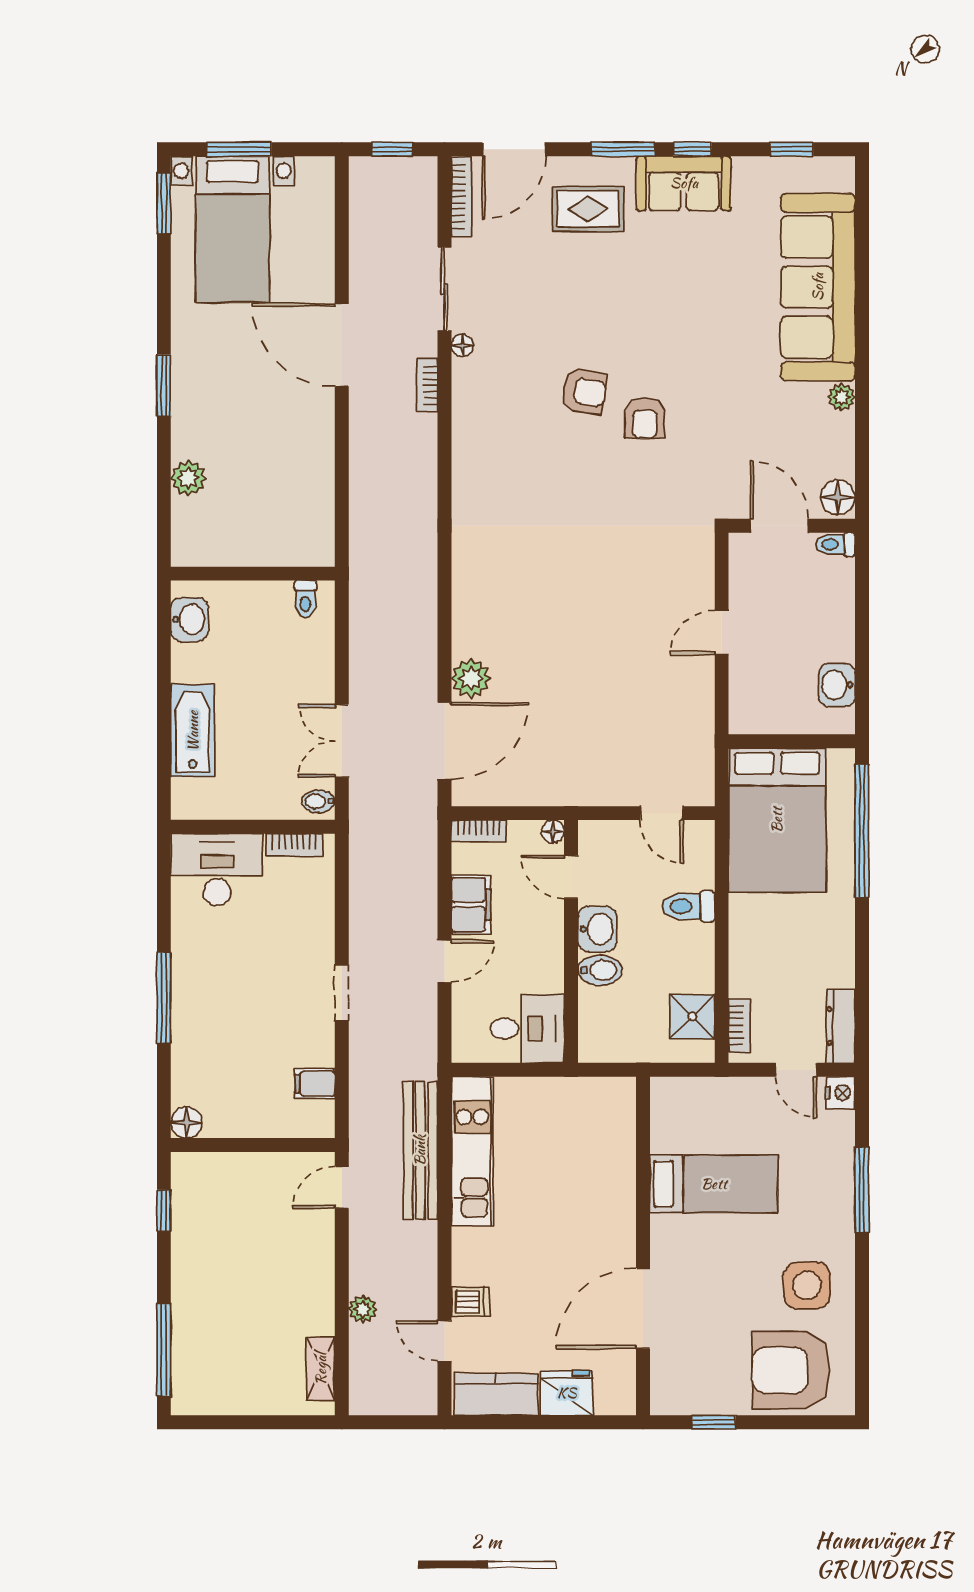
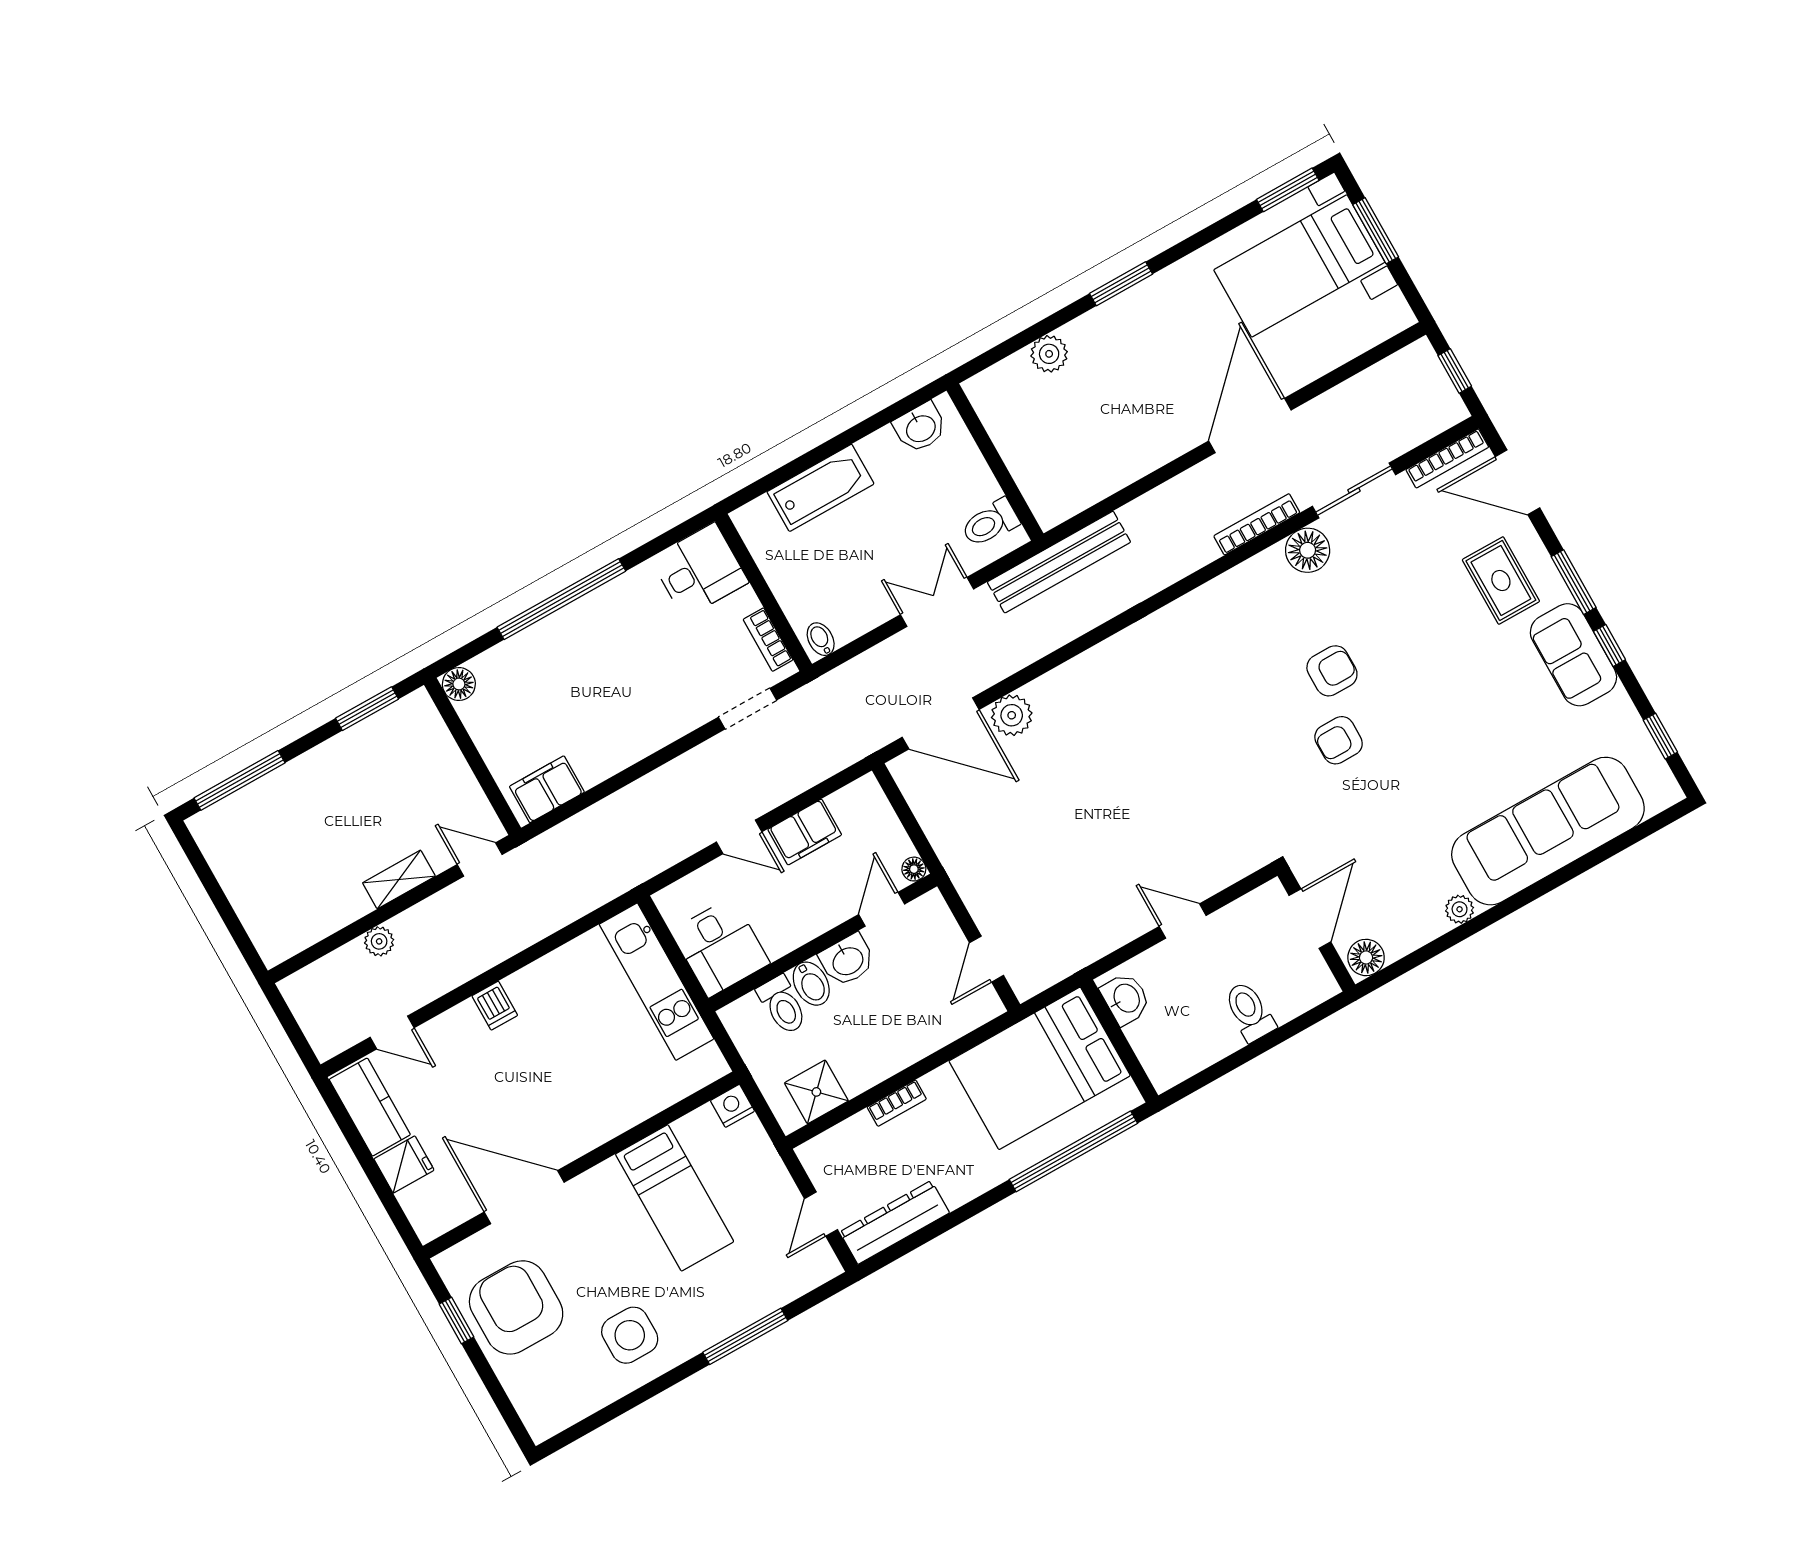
floor lamp: (462, 345) -> (1308, 550), width x1.89, depth x1.89
bookcase: (427, 385) -> (1257, 524), width x1.56
armchair: (584, 391) -> (1332, 671), turned -99
toilet: (836, 545) -> (1249, 1011), moved, width x1.37, depth x1.39
toilet: (305, 599) -> (990, 523), width x1.37, depth x1.39
washbasin: (837, 685) -> (1126, 999), moved, turned 90
double door: (342, 741) -> (937, 602), moved
bookcase: (479, 831) -> (876, 801), removed
desk: (217, 870) -> (699, 570), width x0.73
toilet: (688, 906) -> (782, 1005), moved, turned 180
doorway: (342, 992) -> (748, 709), moved
window: (164, 998) -> (561, 599), width x1.46
bookcase: (739, 1025) -> (897, 1103), moved
dresser: (841, 1026) -> (895, 1222), width x1.37, depth x1.24
filing cabinet: (315, 1084) -> (547, 789), width x2.00
nightstand: (840, 1093) -> (732, 1106), moved, turned 180
bench: (420, 1150) -> (1059, 562), moved
kitchen unit: (472, 1151) -> (657, 982), moved, turned 90
window: (164, 1210) -> (367, 709), width x1.50
dishwasher: (470, 1302) -> (495, 1006), moved
door: (444, 1341) -> (392, 1033), swing flipped
shelving: (321, 1369) -> (399, 879), moved
armchair: (791, 1370) -> (516, 1307), moved
fridge: (567, 1393) -> (404, 1164), width x0.72

